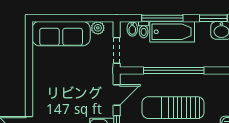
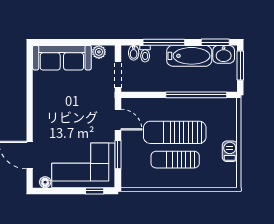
bathtub: (172, 32) -> (189, 56), moved
window: (174, 70) -> (196, 95), moved
door: (117, 95) -> (118, 120), hinge flipped

